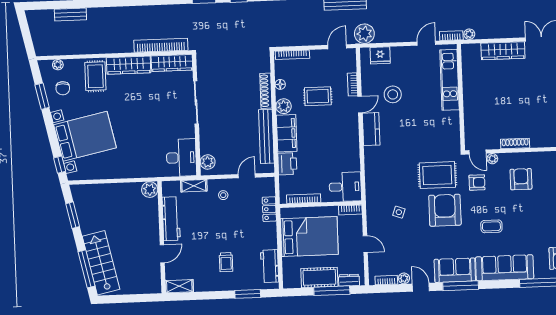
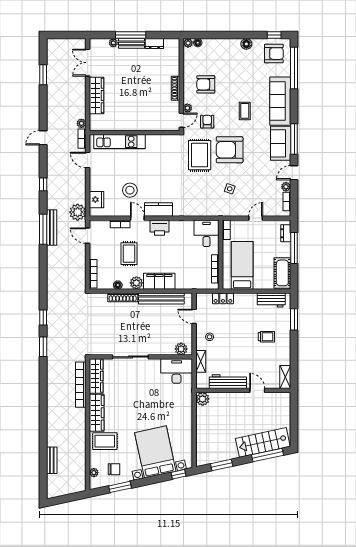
printer: (287, 164) -> (160, 228), moved, turned 180
bed: (309, 237) -> (242, 265), width x0.67
cot: (319, 277) -> (282, 273), moved

